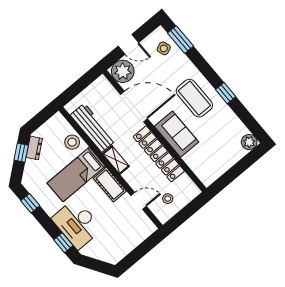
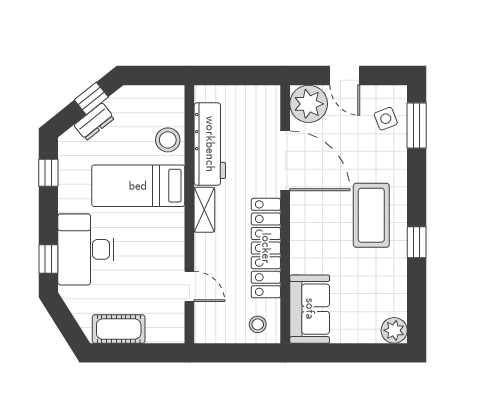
sofa: (176, 134) -> (310, 309), moved
dresser: (34, 148) -> (94, 122), moved
cot: (110, 185) -> (119, 329), moved, turned 90
stool: (168, 199) -> (258, 324), moved

